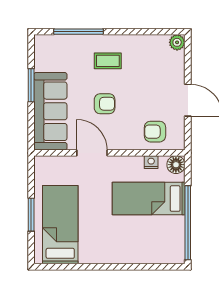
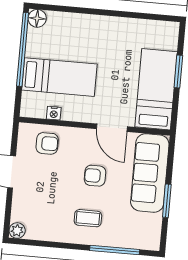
floor lamp: (176, 165) -> (37, 18), moved
bed: (60, 225) -> (156, 89), moved, turned 180

